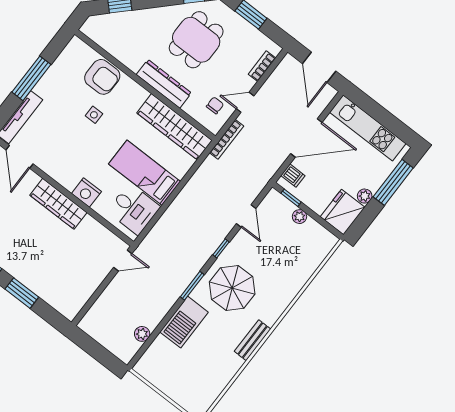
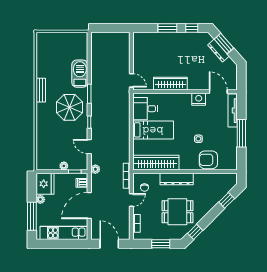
dining table: (196, 40) -> (177, 212), turned 90
nightstand: (86, 192) -> (199, 99), moved
wardrobe: (58, 204) -> (170, 84), moved
door: (123, 260) -> (131, 80), swing flipped
plant: (142, 334) -> (95, 169), moved

